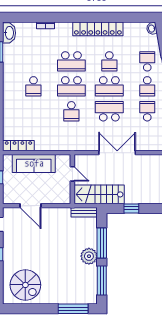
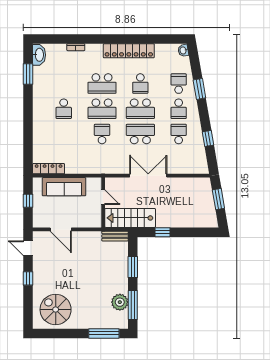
school desk: (71, 111) -> (102, 134), turned 180
window: (102, 243) -> (133, 267), width x0.69
plant: (89, 256) -> (120, 302), moved
spiral stairs: (25, 285) -> (56, 310), turned 180

